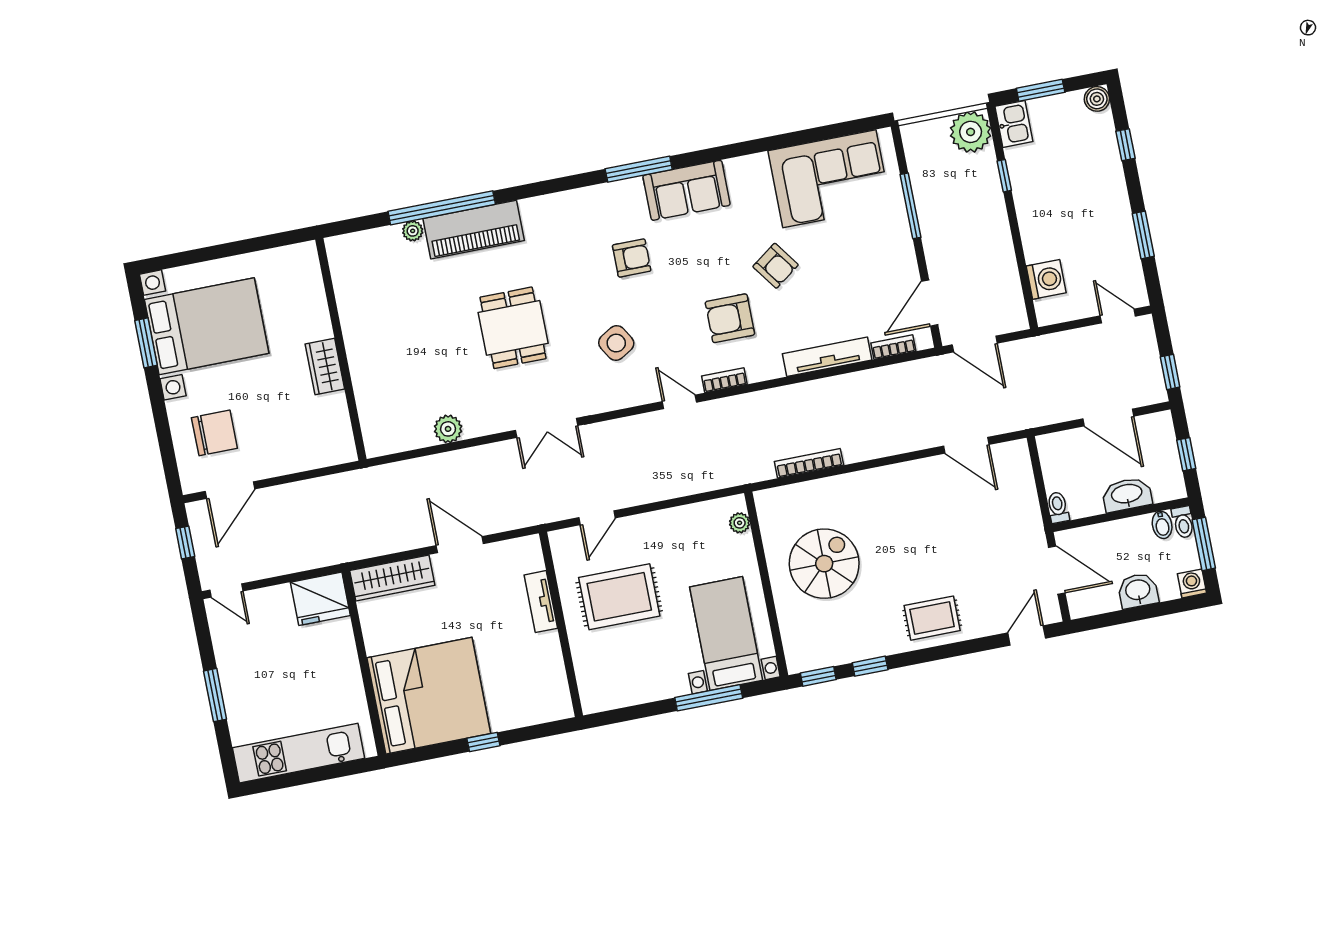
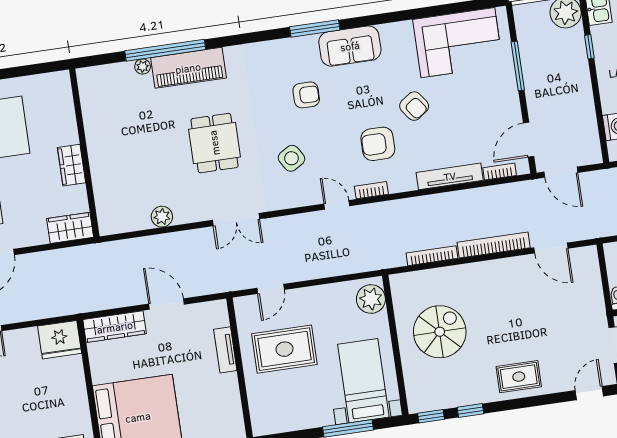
bookcase: (890, 445) -> (494, 245), added
wardrobe: (327, 450) -> (70, 228), added
plant: (740, 523) -> (371, 299), width x1.87, depth x1.87

